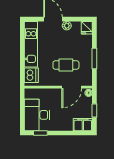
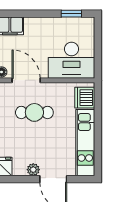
door: (72, 87) -> (26, 80), hinge flipped
desk: (37, 115) -> (72, 60), moved, turned 90

